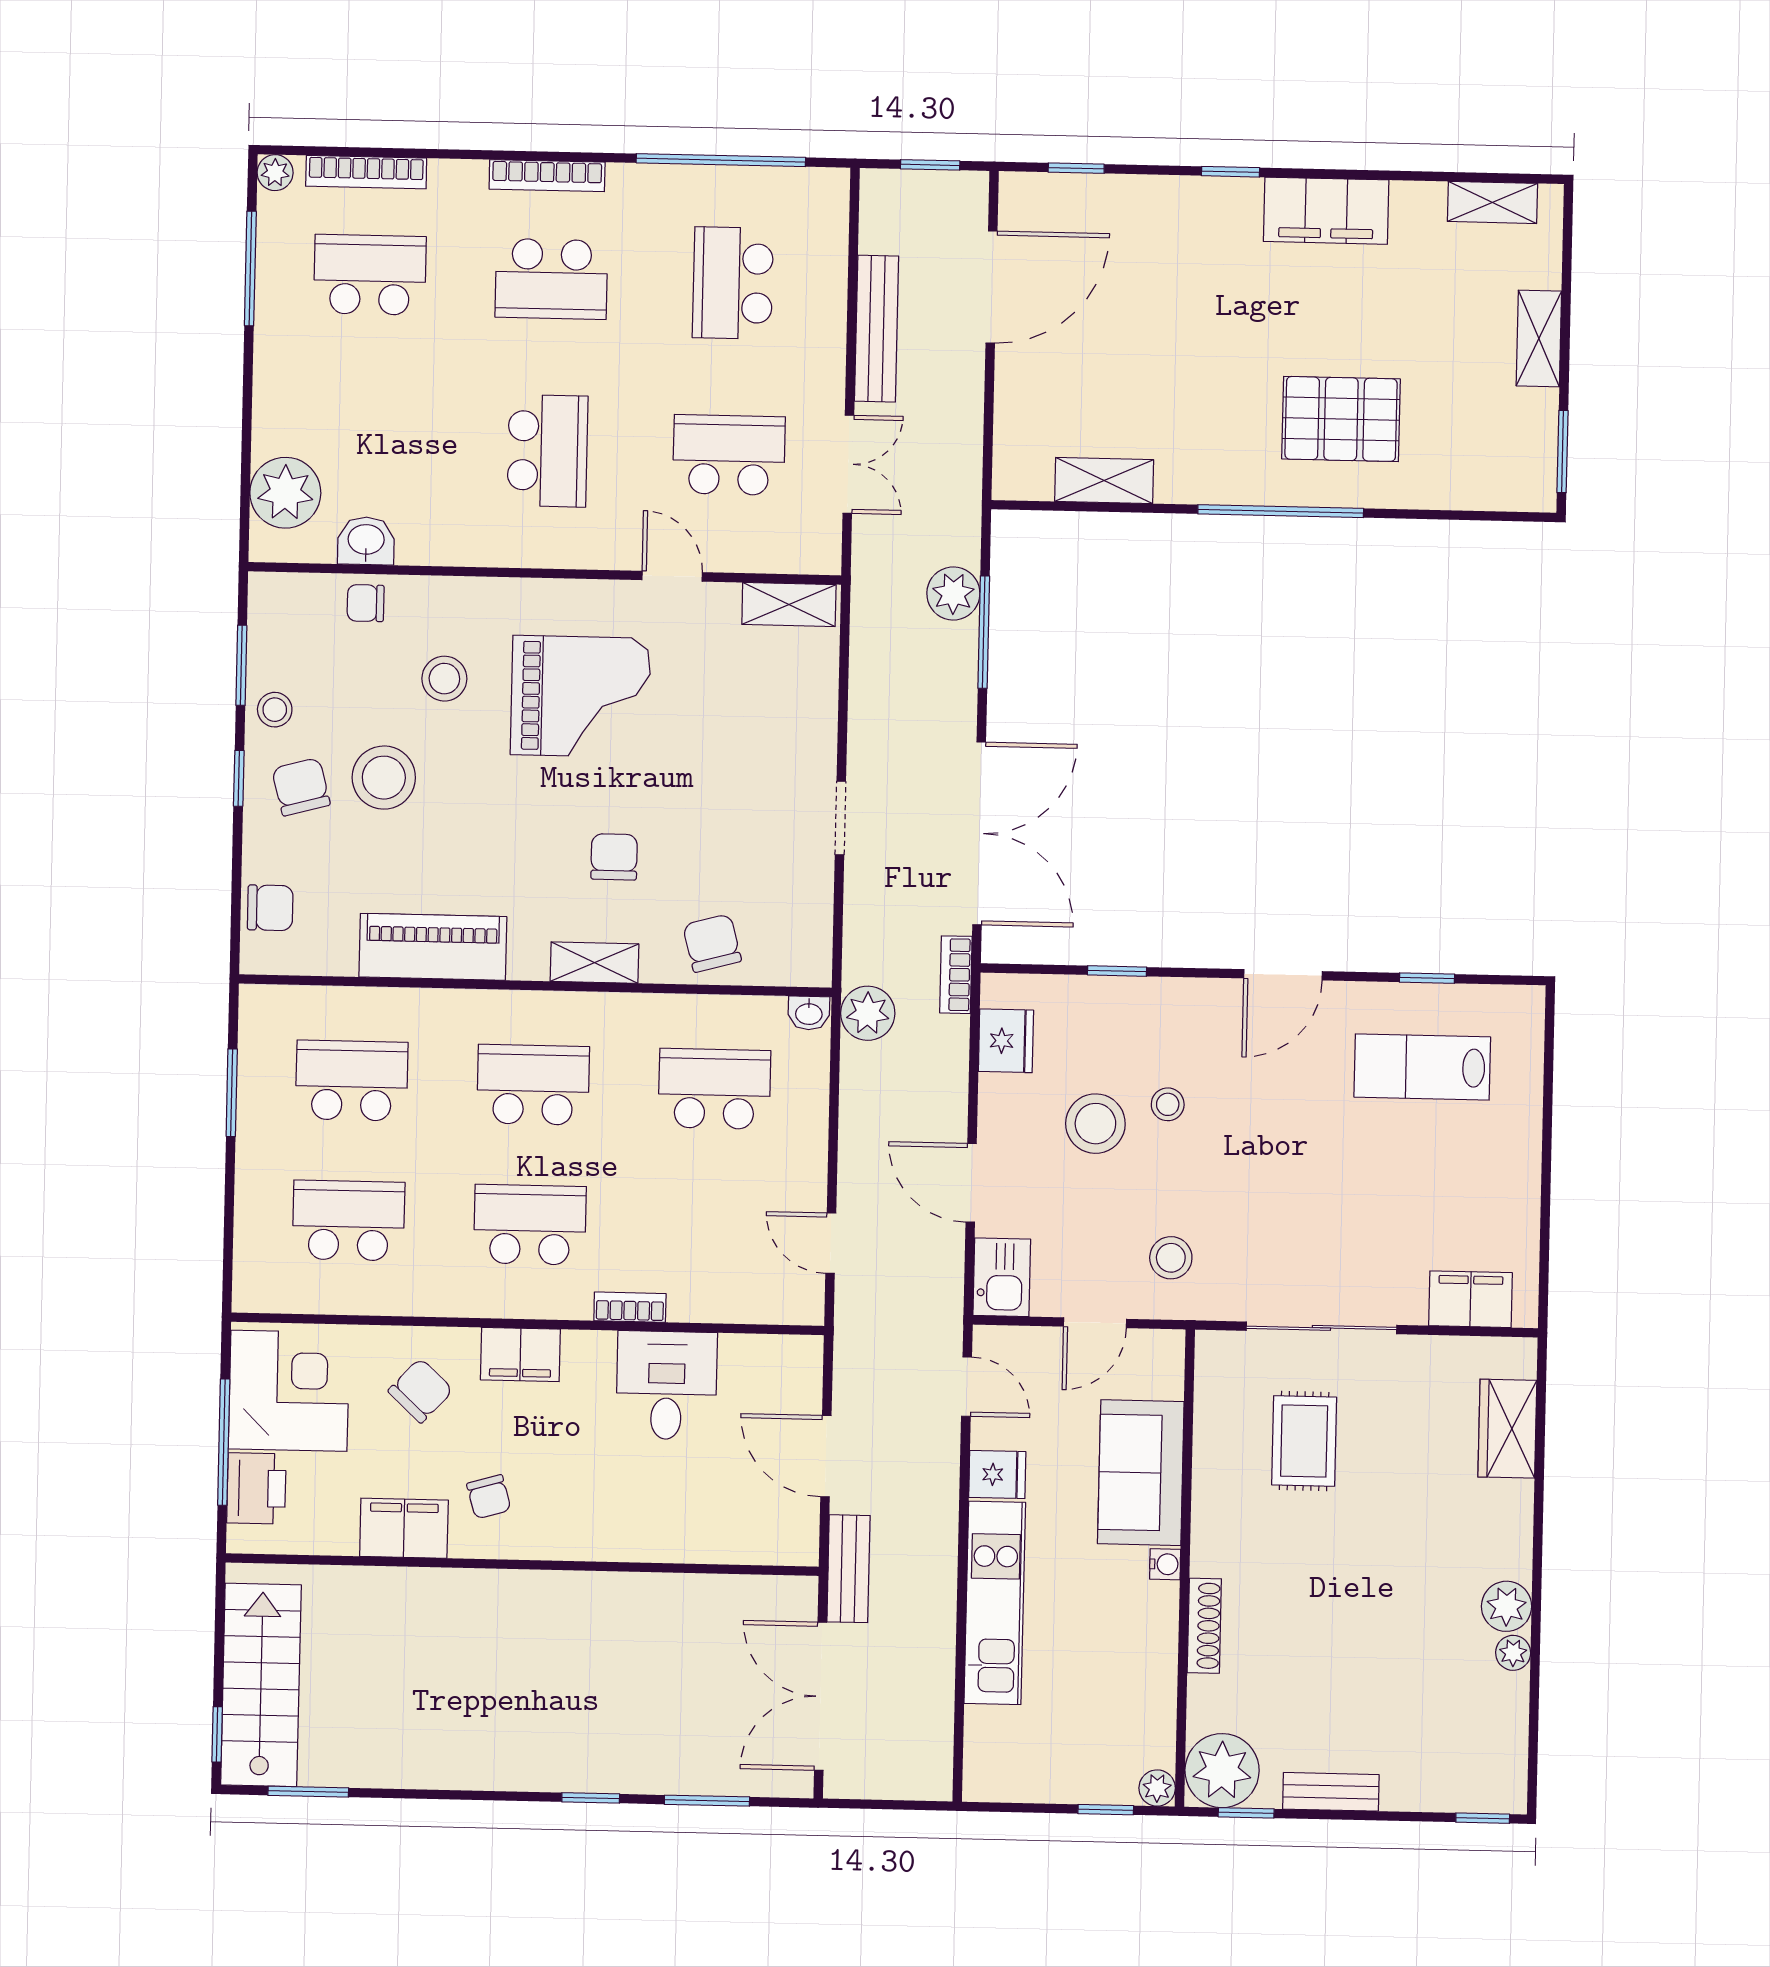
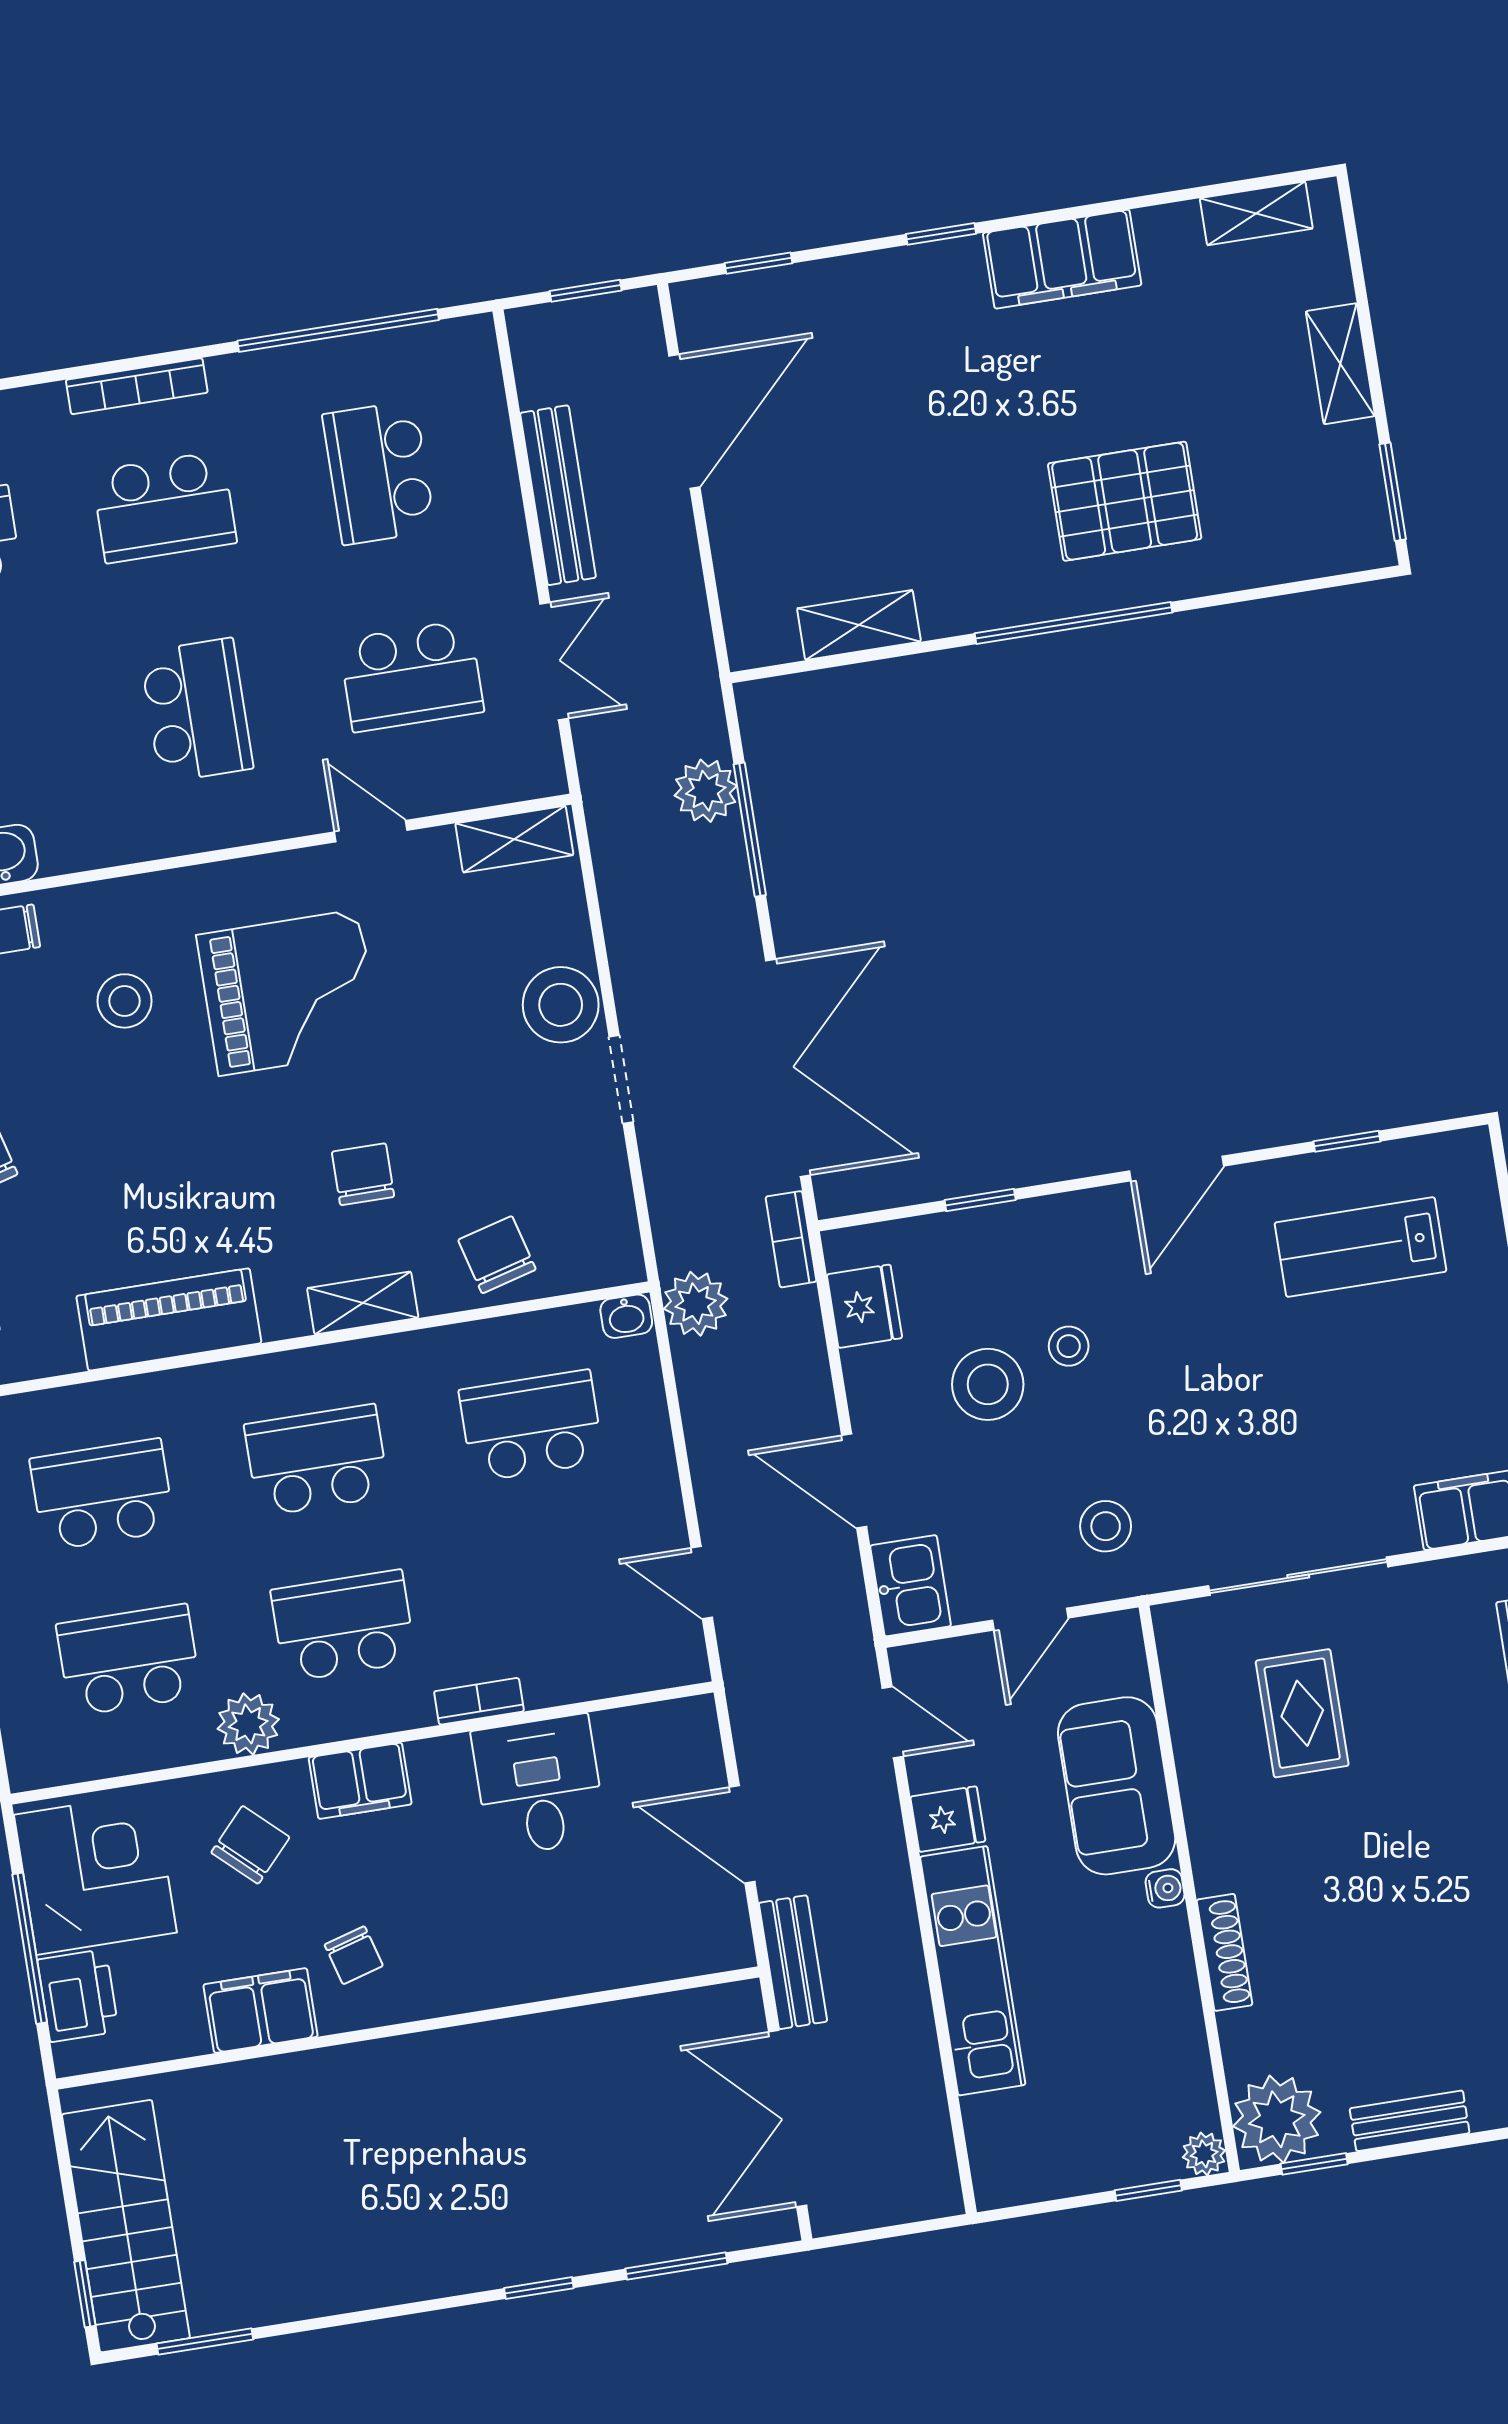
school desk: (729, 455) -> (411, 676), turned 180
stool: (384, 778) -> (561, 1005), moved
plant: (437, 1291) -> (248, 1724), added

